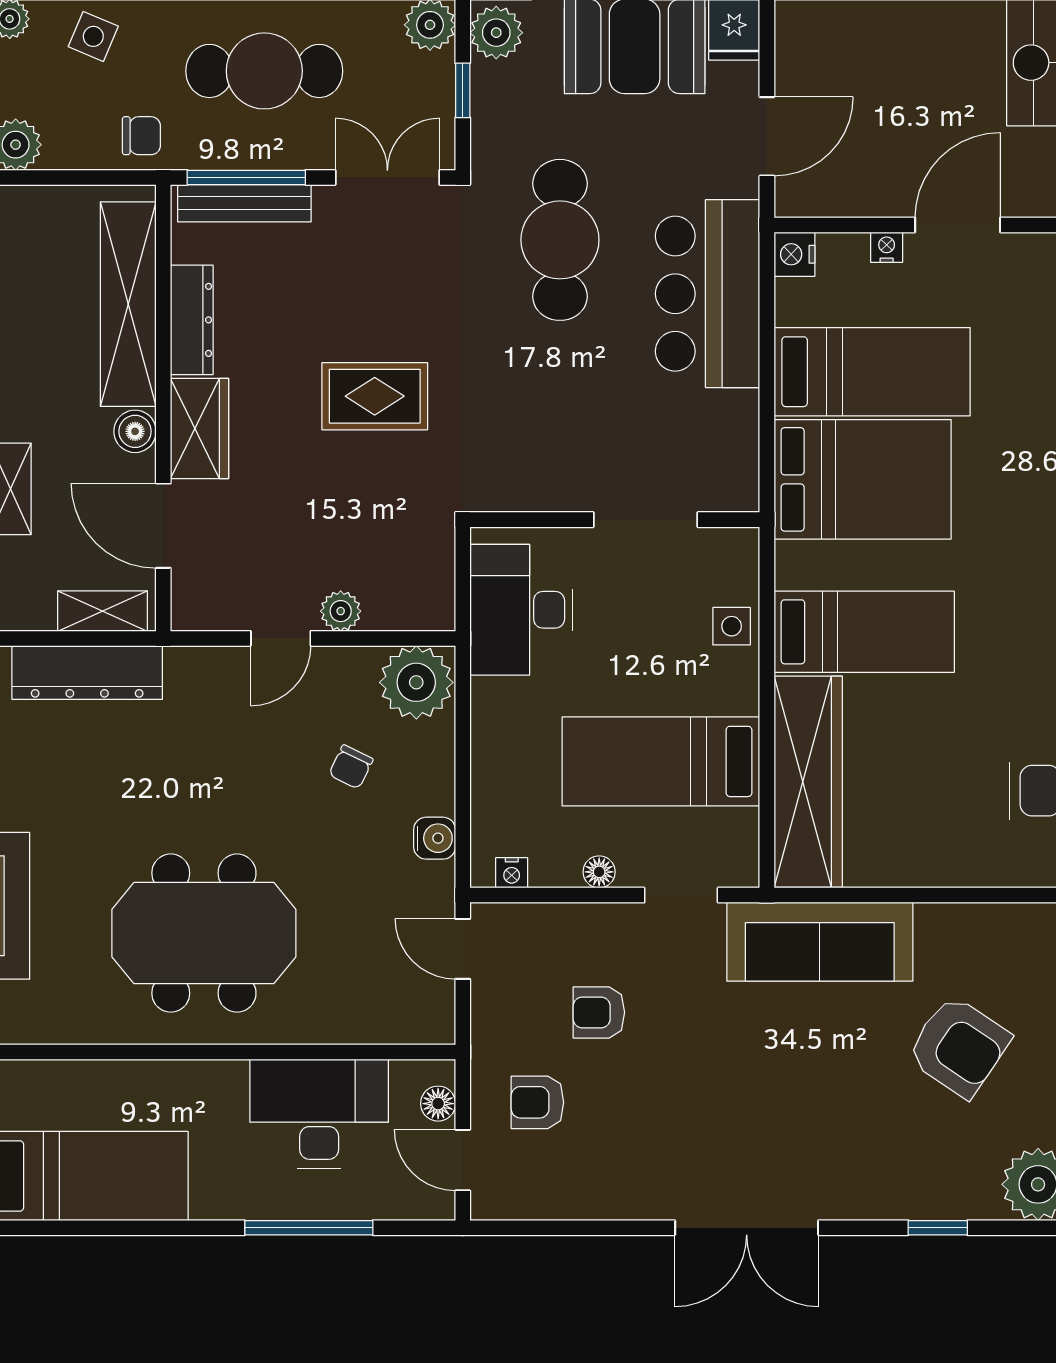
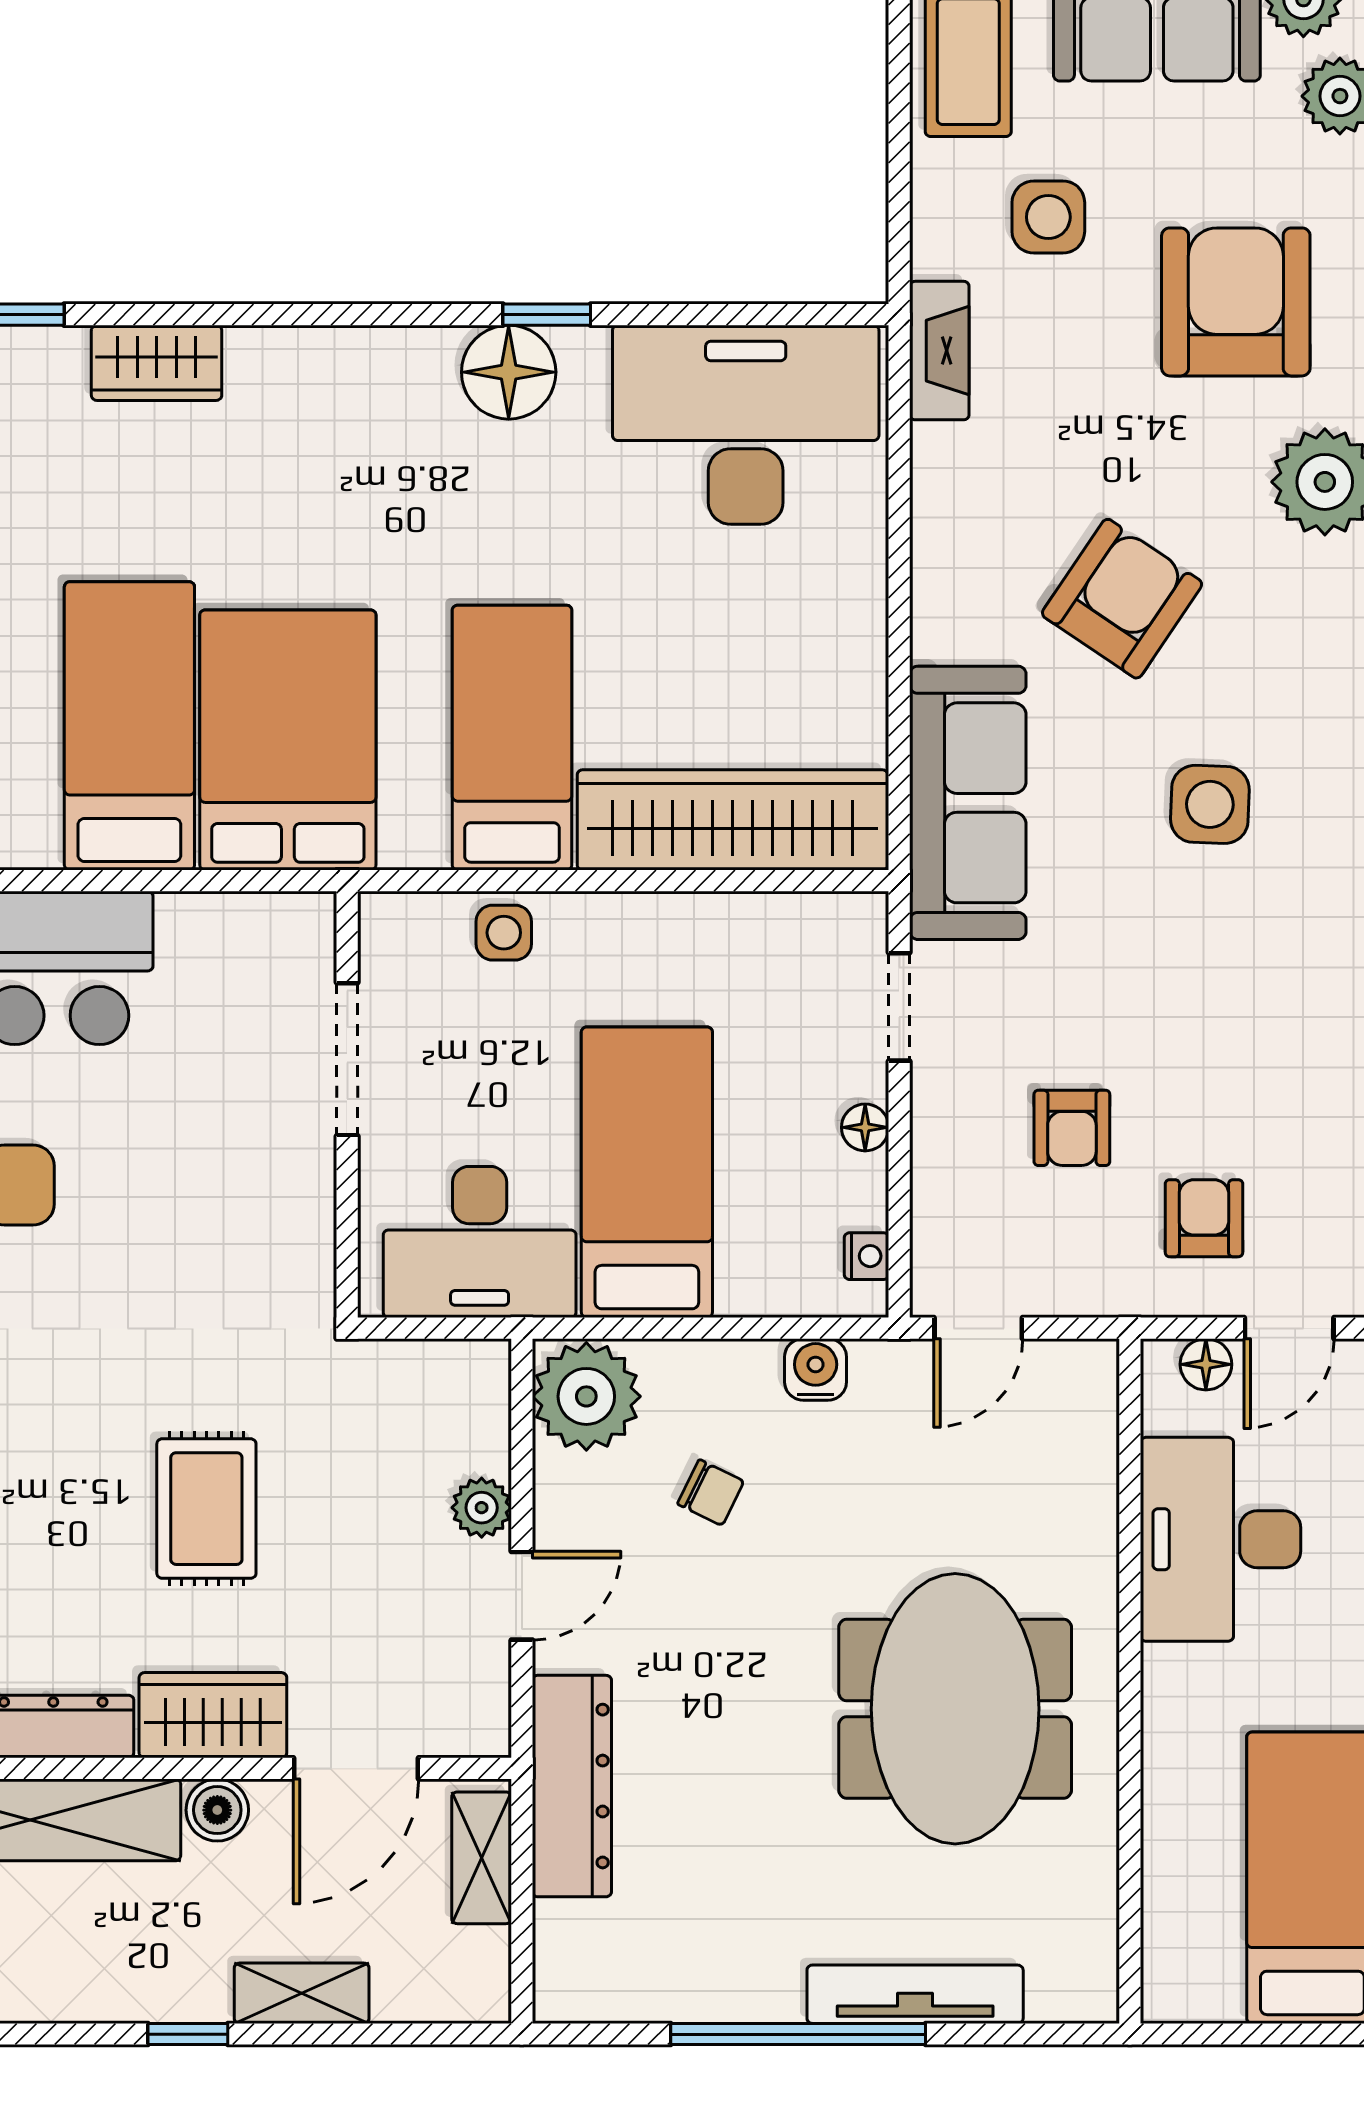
rug: (375, 396) -> (206, 1509), moved
door: (281, 638) -> (522, 1596), hinge flipped
dresser: (87, 672) -> (572, 1786), moved
bed: (661, 761) -> (647, 1172), moved, turned 180
armchair: (537, 1102) -> (1204, 1218), turned 180
side table: (819, 1106) -> (1210, 804), added

